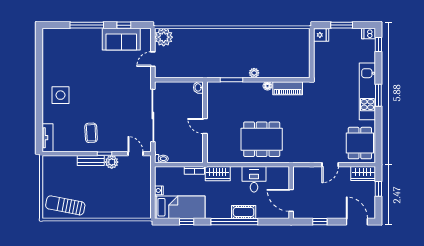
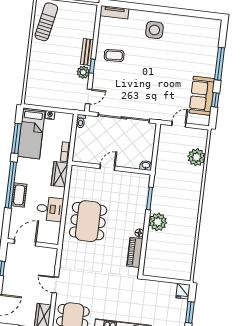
plant: (164, 37) -> (197, 157), moved
door: (153, 59) -> (179, 124), hinge flipped
plant: (254, 73) -> (158, 222), width x1.87, depth x1.87
window: (187, 222) -> (16, 138), width x2.17

